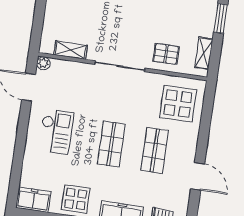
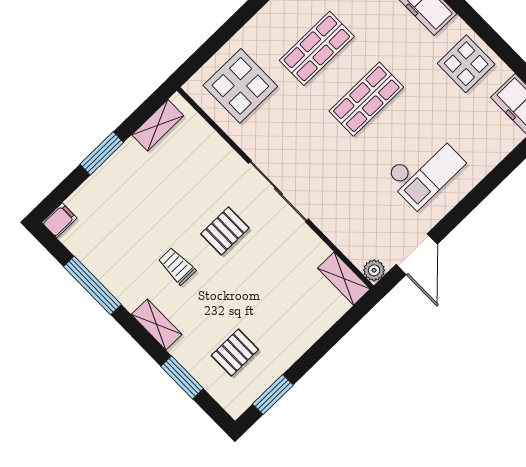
shelving: (71, 50) -> (344, 279), moved
pallet: (166, 54) -> (225, 231), moved, turned 90
checkout: (56, 131) -> (425, 170), turned 180

